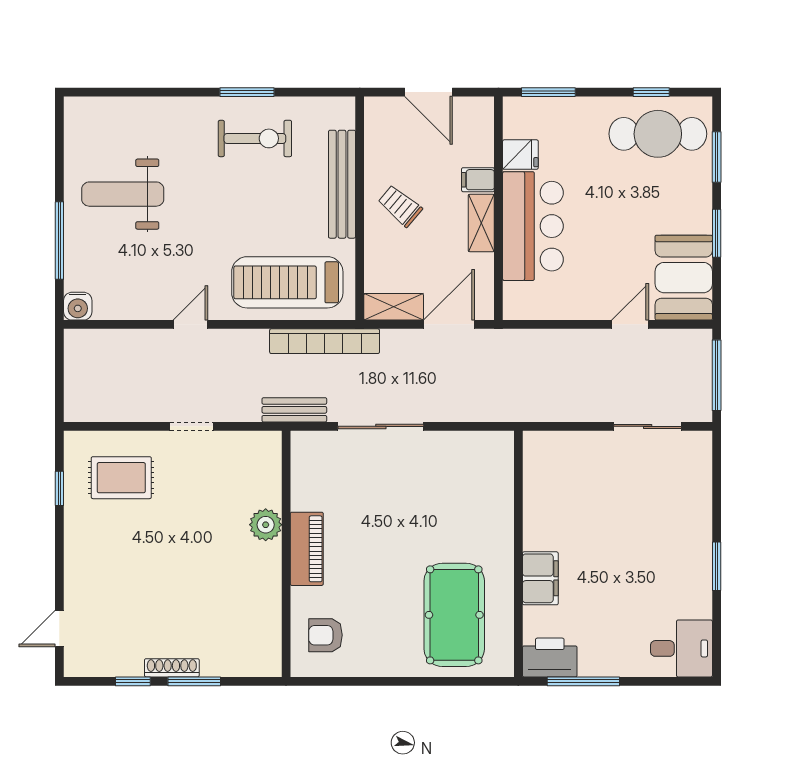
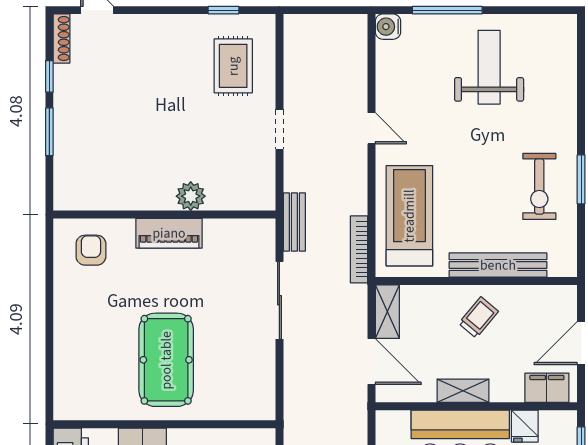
filing cabinet: (478, 180) -> (547, 388), moved, width x2.00
bookcase: (325, 341) -> (359, 249), width x0.68, depth x0.76
pool table: (454, 615) -> (166, 360), moved, turned 90
shoe rack: (172, 668) -> (62, 39), moved

